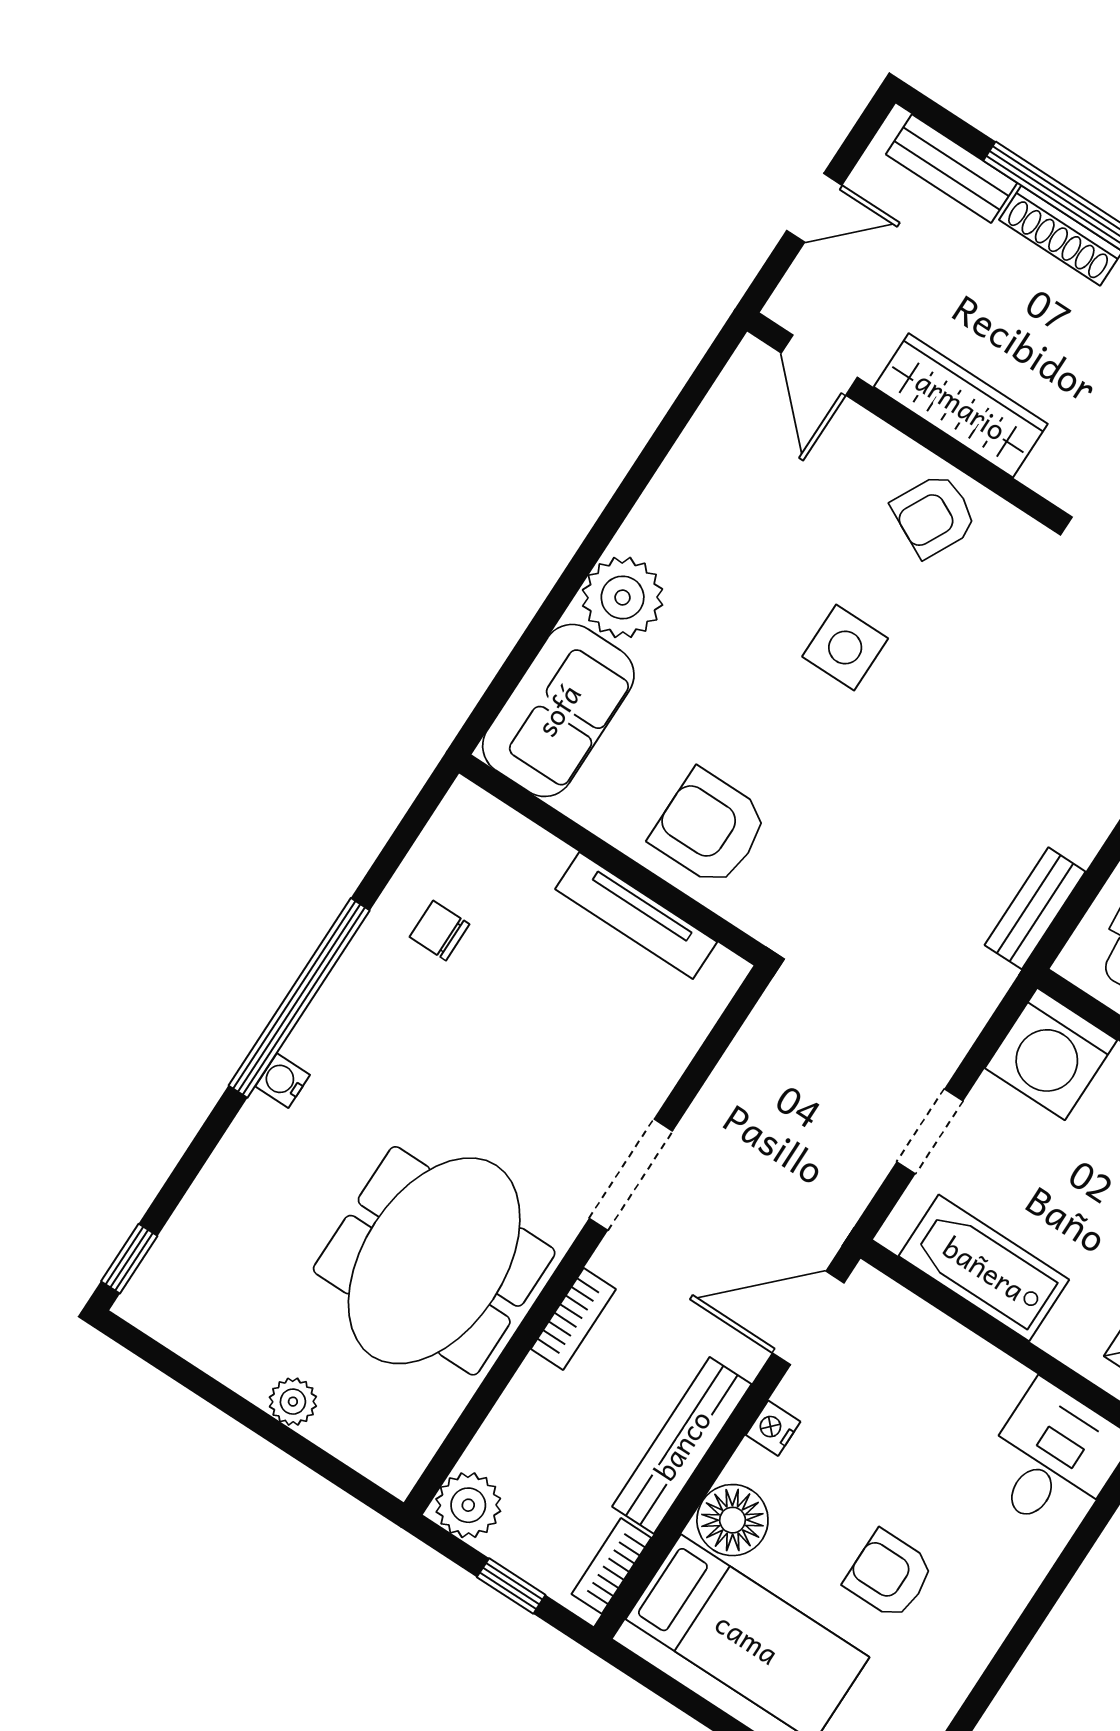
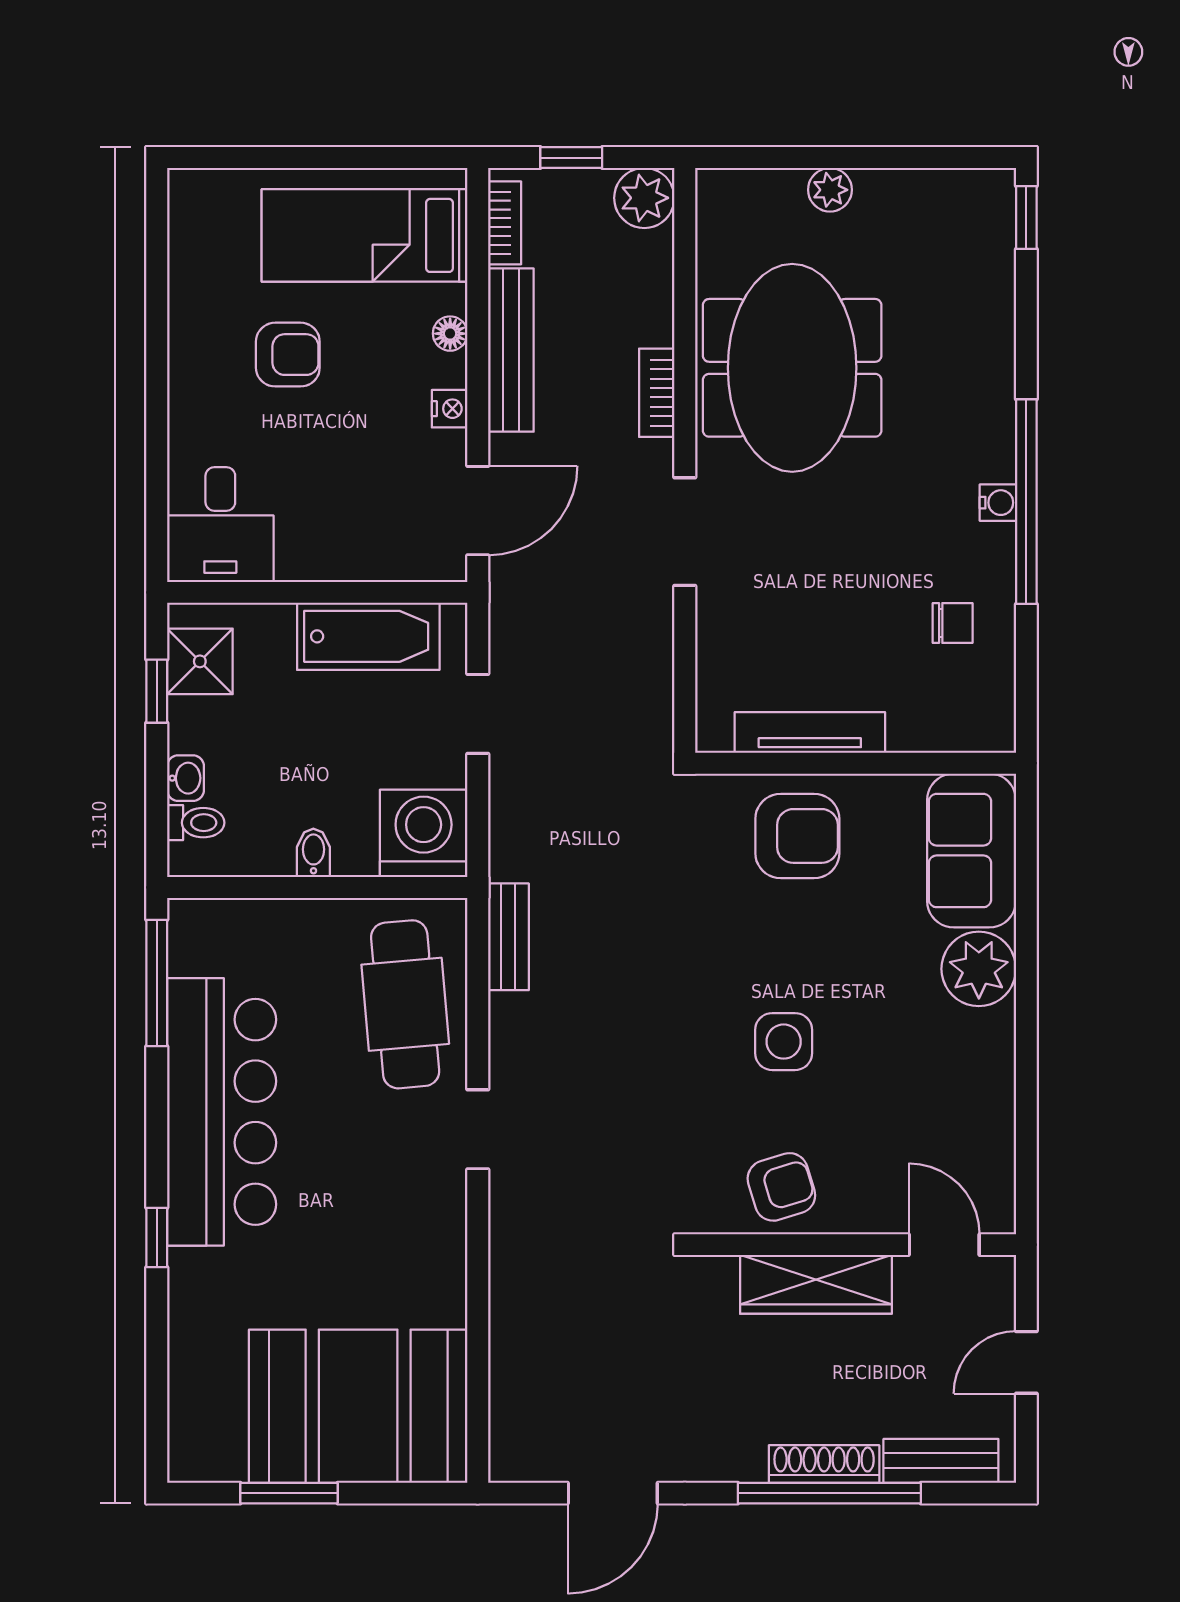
armchair: (934, 515) -> (781, 1187), turned 46
water cooler: (283, 1081) -> (998, 503), moved
floor lamp: (732, 1520) -> (450, 334), width x0.53, depth x0.53

